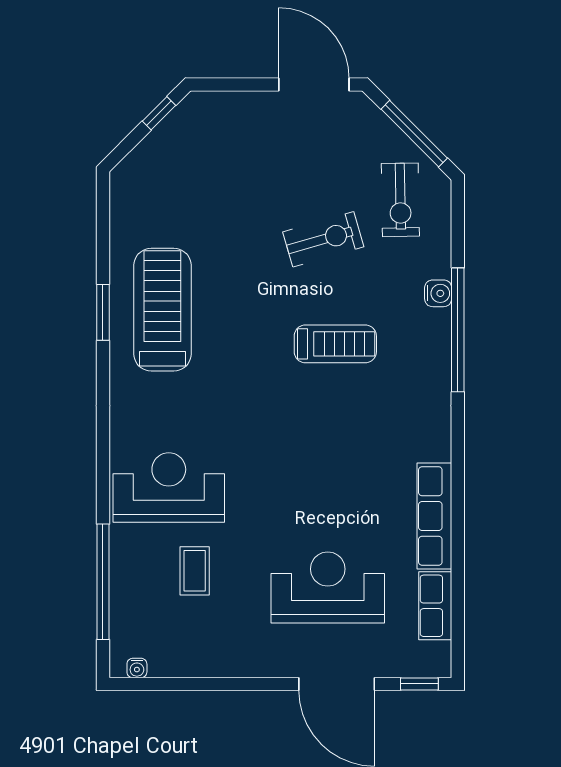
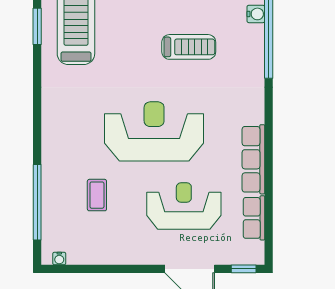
reception desk: (169, 488) -> (154, 131), moved, width x1.36, depth x1.30

